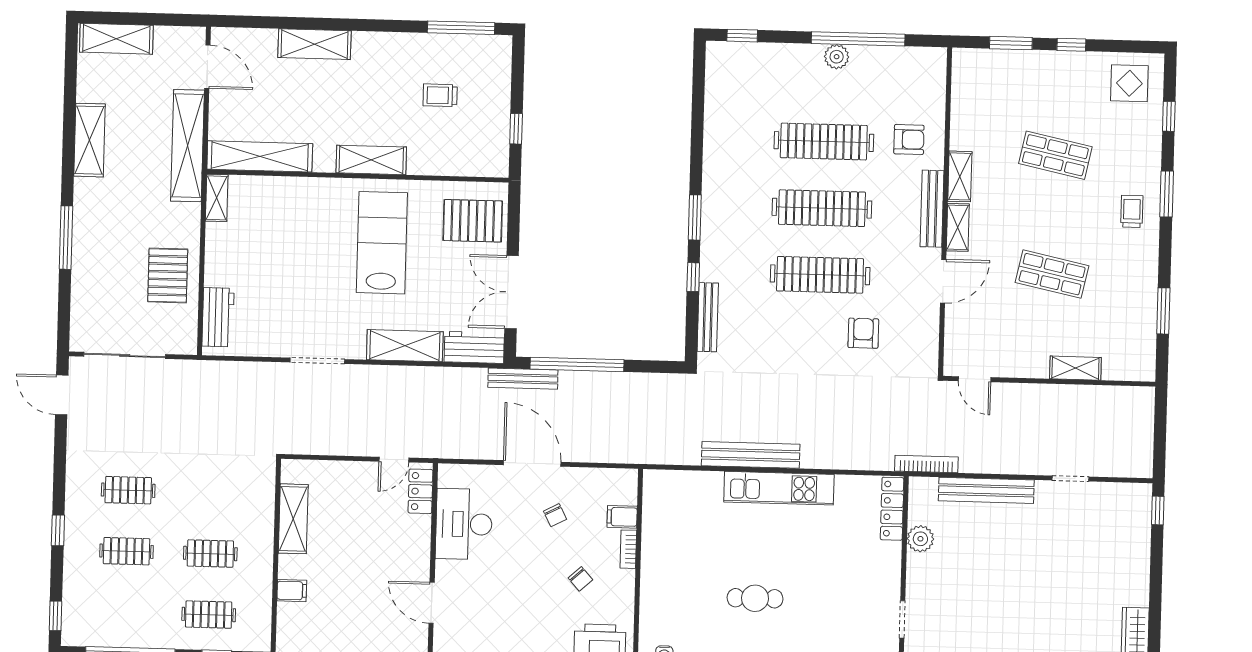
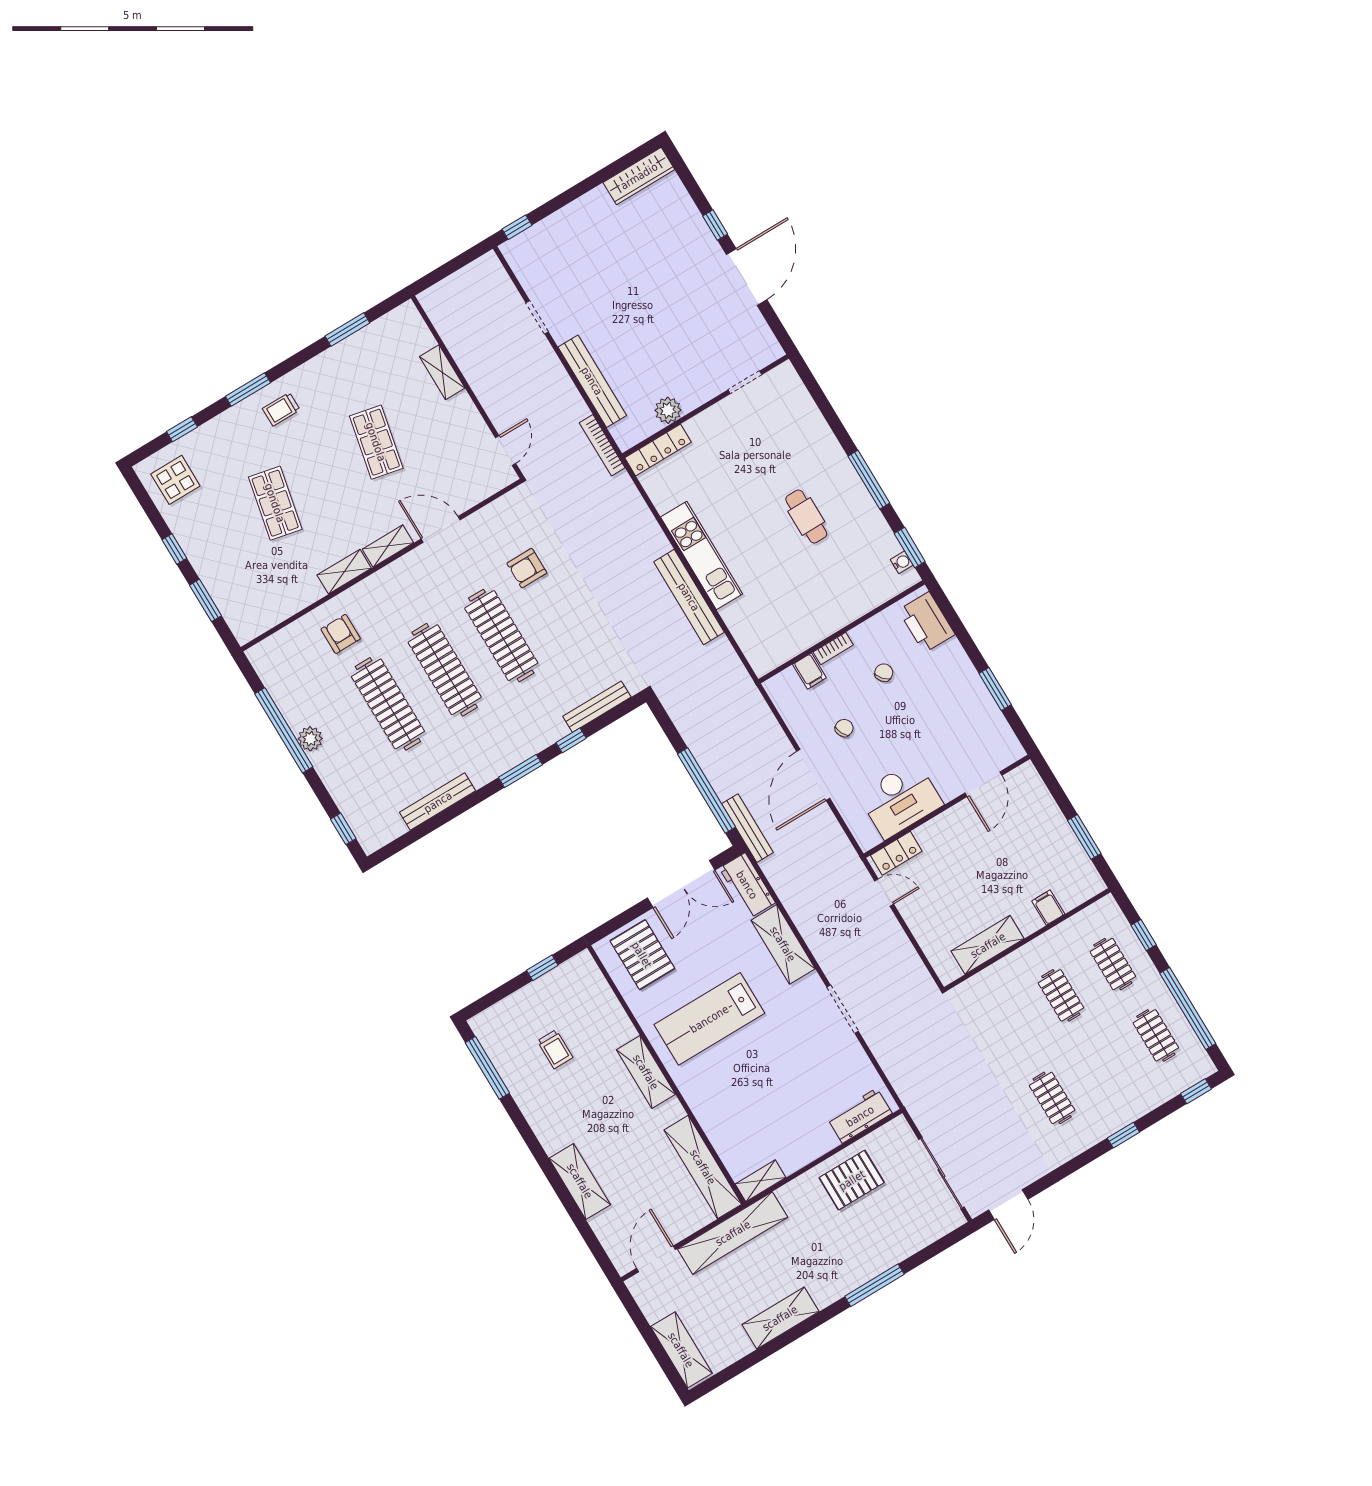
bench: (932, 209) -> (438, 802), moved
clothes rail: (126, 551) -> (1156, 1035), moved

